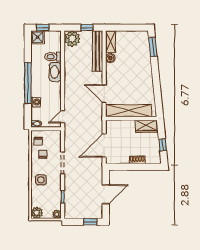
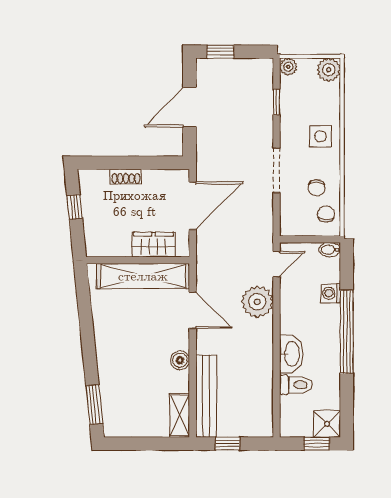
plant: (72, 39) -> (257, 302), moved
boiler: (110, 58) -> (180, 360), moved
wardrobe: (146, 126) -> (154, 245), moved

